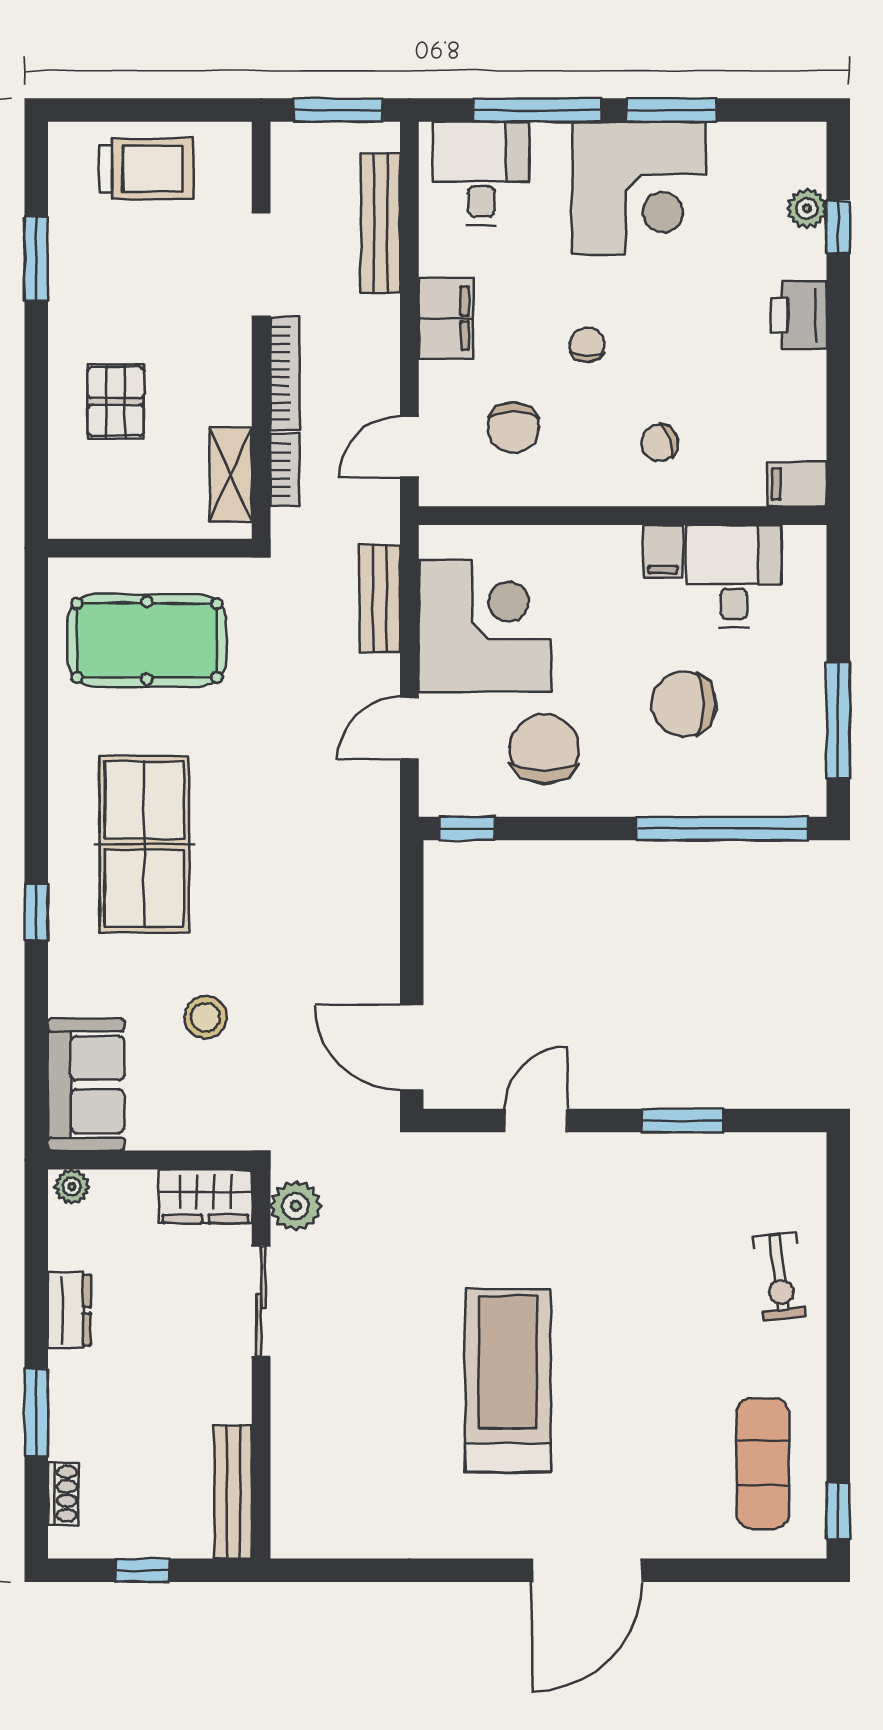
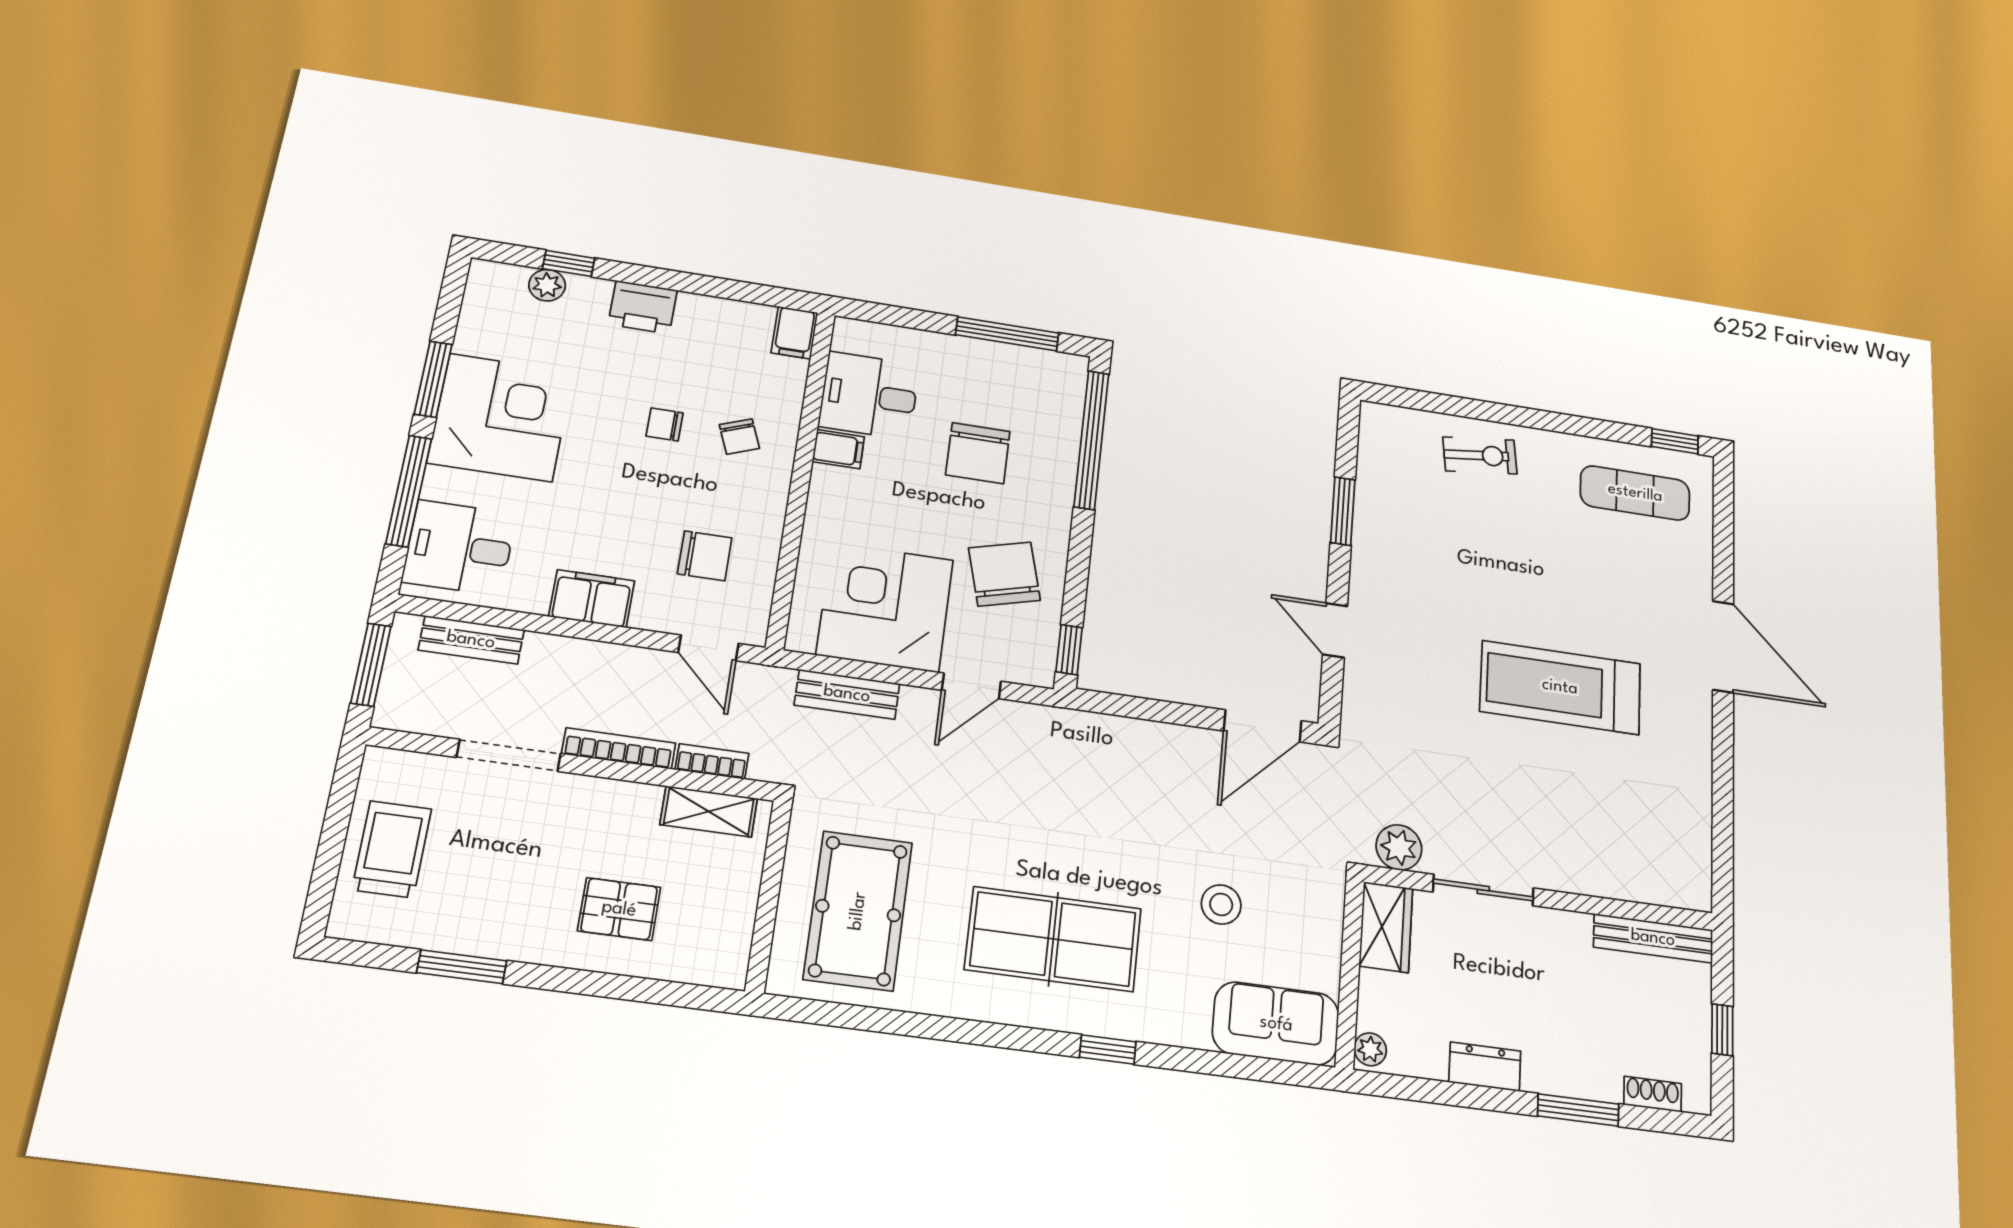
bench: (381, 223) -> (471, 640), width x0.73
chair: (587, 345) -> (665, 424), moved
door: (409, 728) -> (971, 686), hinge flipped
chair: (544, 749) -> (1004, 574), turned 75

